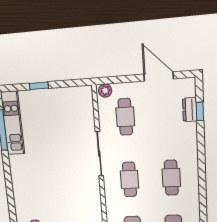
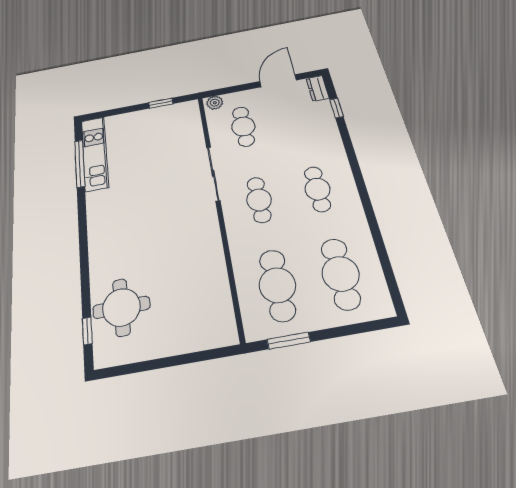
door: (159, 76) -> (278, 81), hinge flipped
window: (39, 86) -> (161, 103), moved
dresser: (190, 110) -> (318, 88), moved

